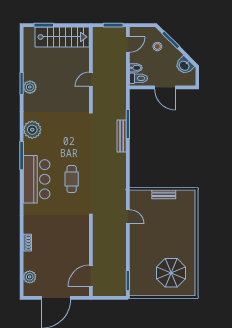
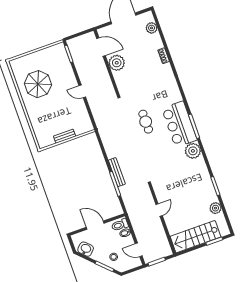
door: (128, 44) -> (139, 250), hinge flipped
plant: (30, 87) -> (215, 208), moved
bar counter: (37, 179) -> (179, 124), moved
door: (128, 217) -> (82, 91), moved
plant: (80, 253) -> (117, 63), added
parasol: (171, 273) -> (38, 84), moved
door: (91, 276) -> (101, 47), hinge flipped

